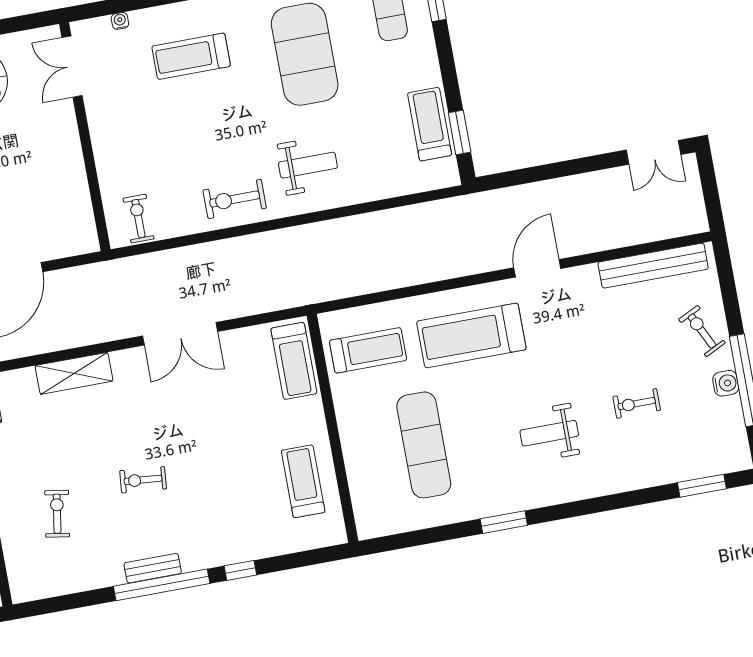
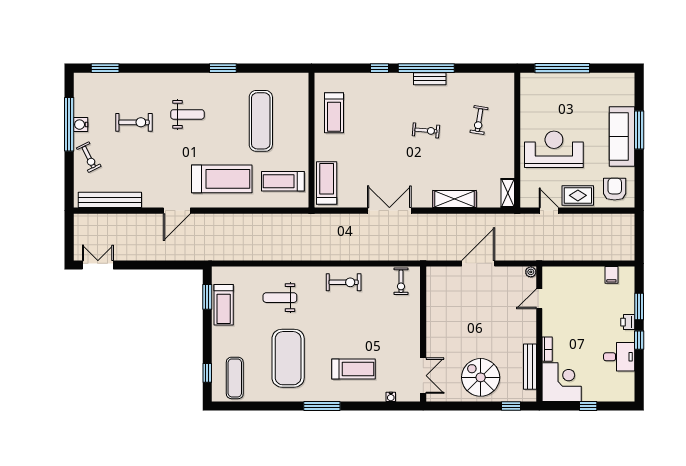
weight bench: (308, 165) -> (280, 298), moved
exercise bike: (637, 403) -> (134, 122), width x1.38, depth x1.39

